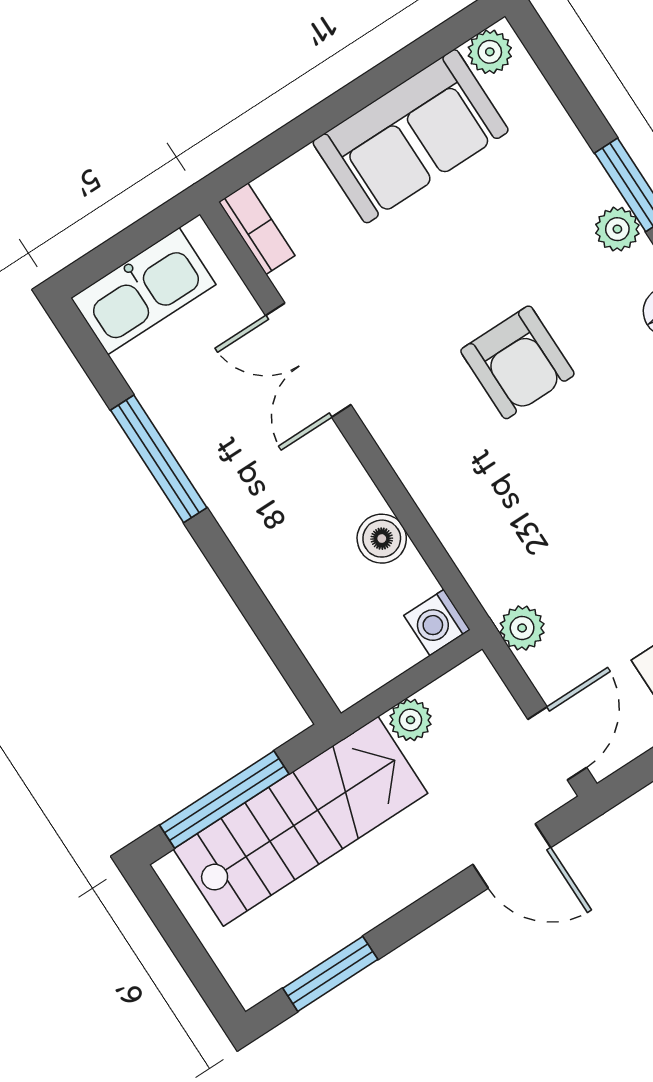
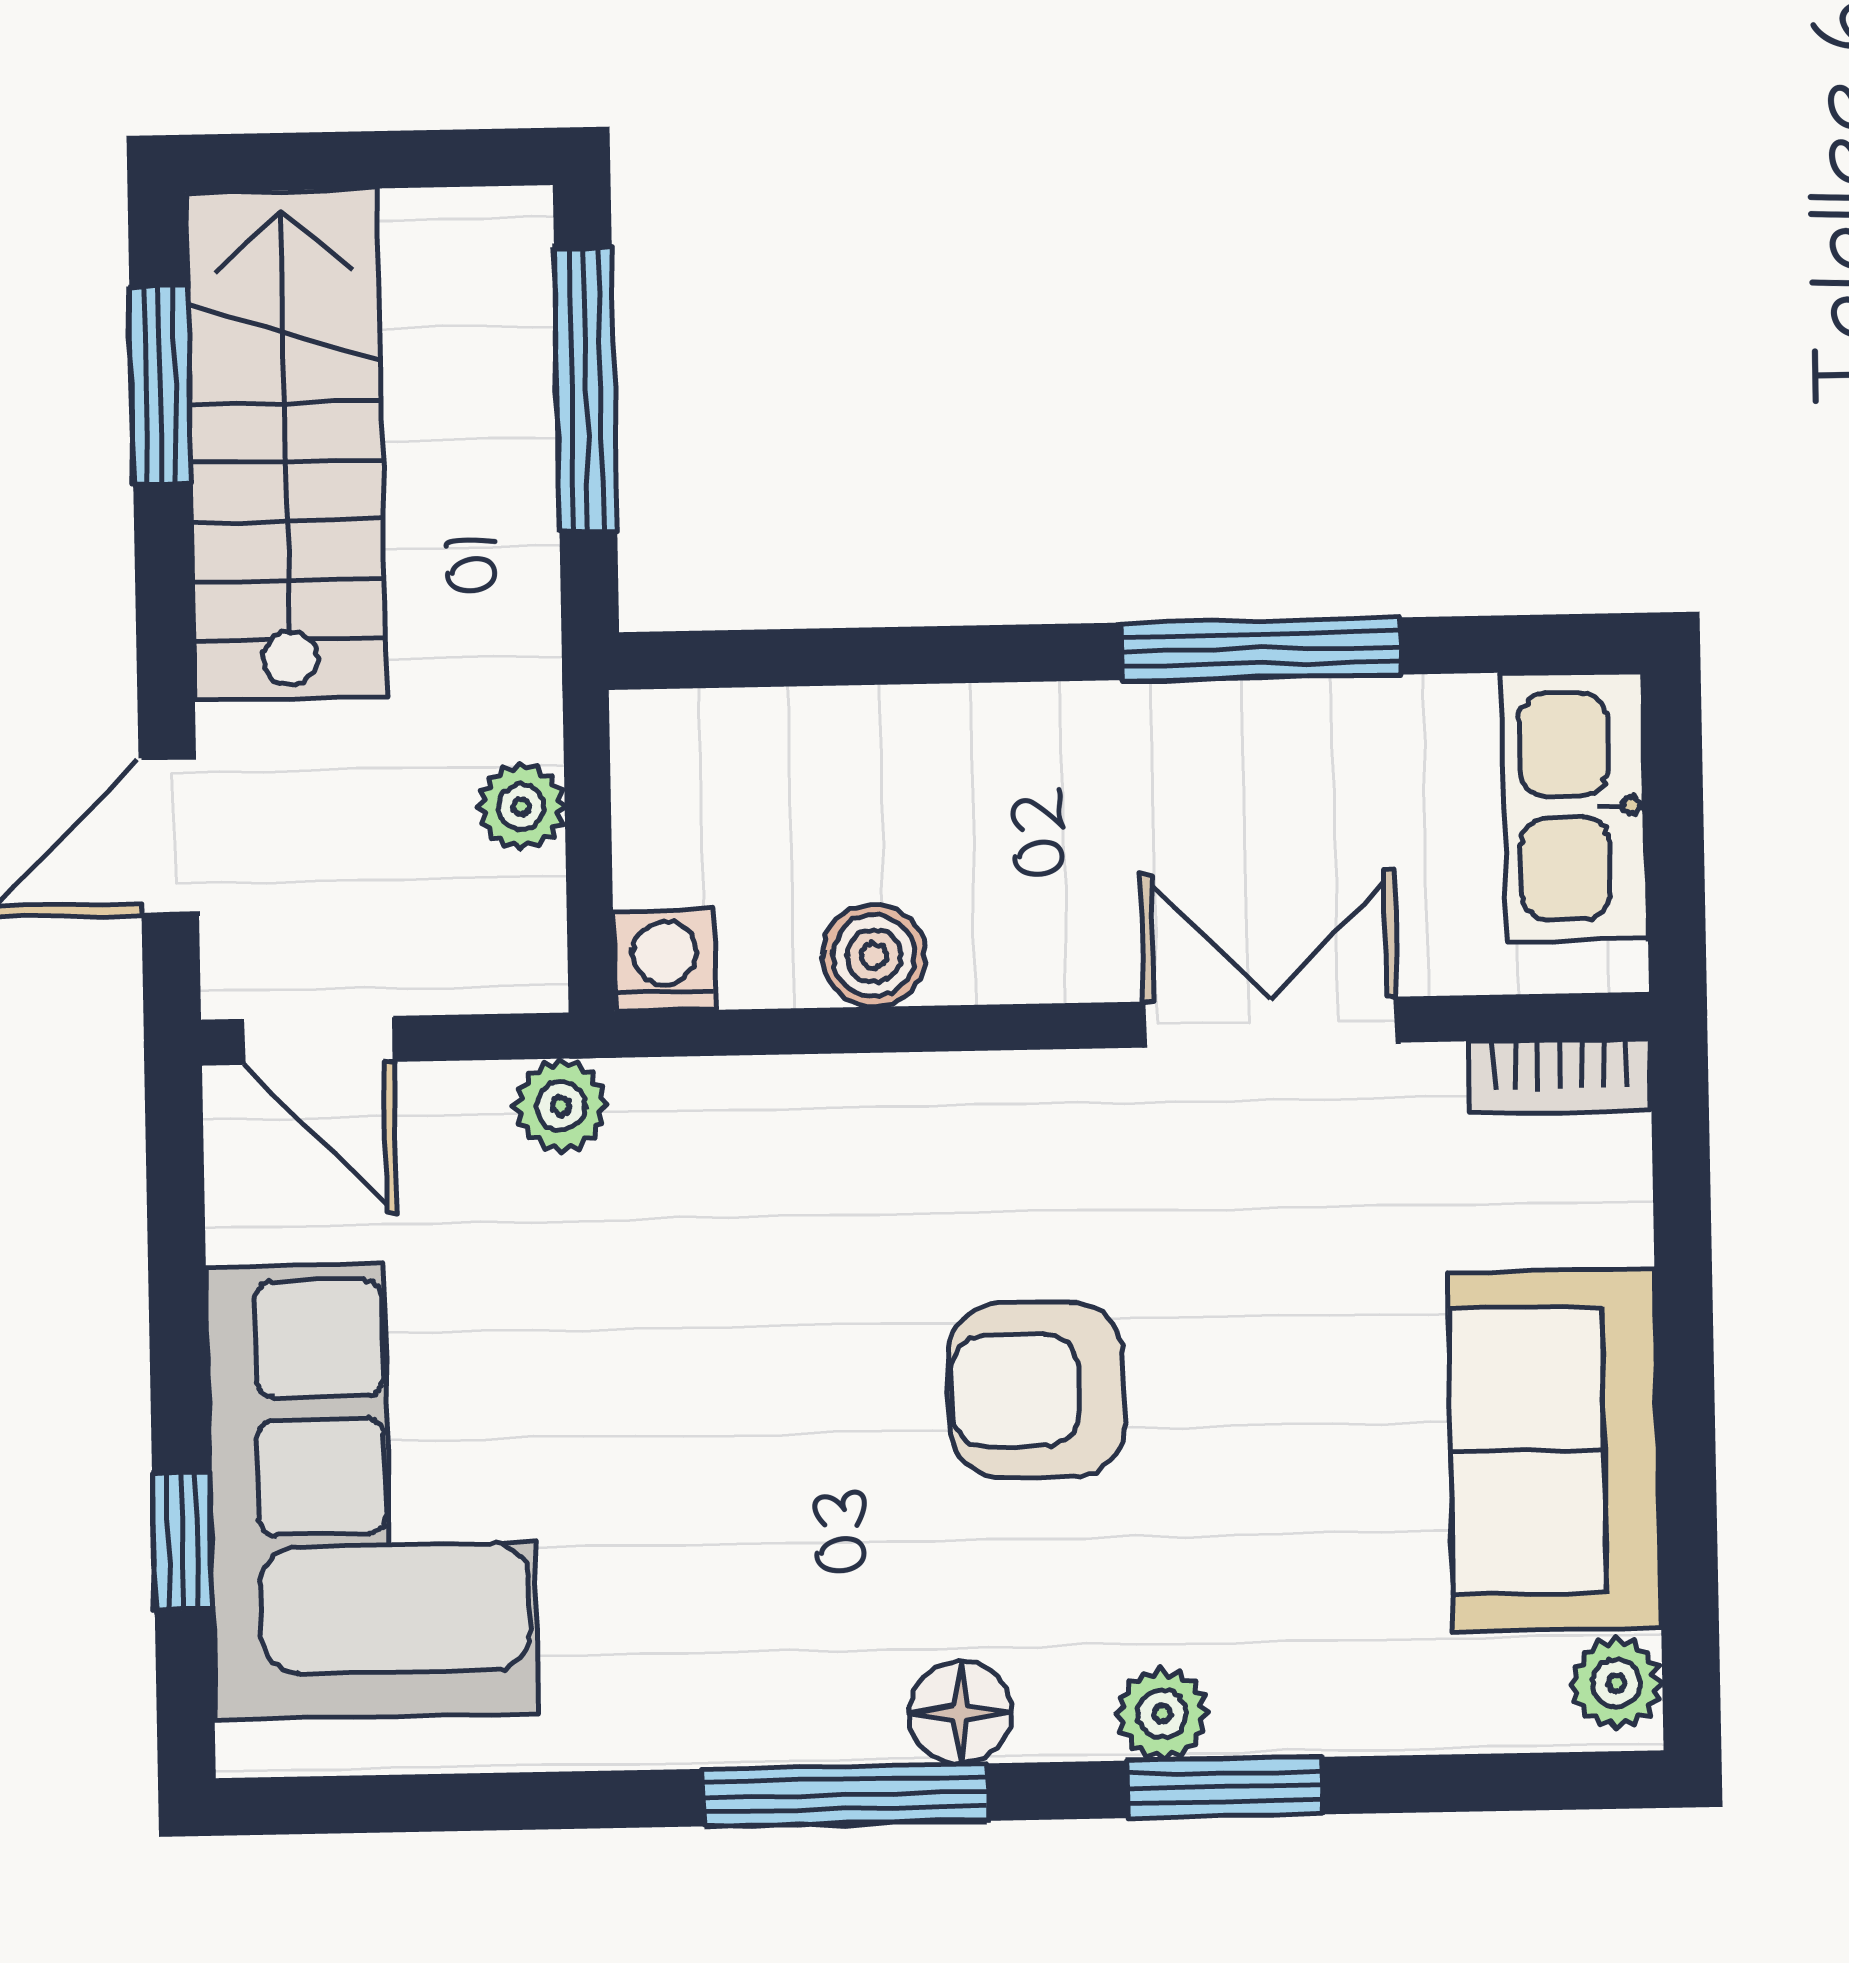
stairs: (301, 821) -> (286, 445), moved, turned 180

